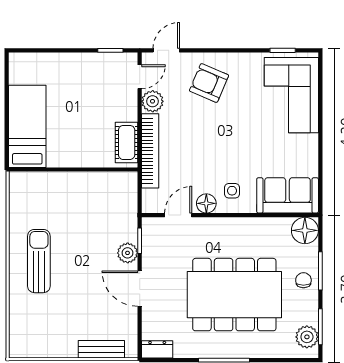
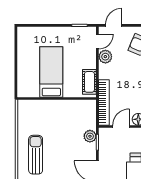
bed: (27, 126) -> (51, 72), moved
bookcase: (150, 151) -> (104, 102), moved
plant: (128, 253) -> (90, 136), moved

